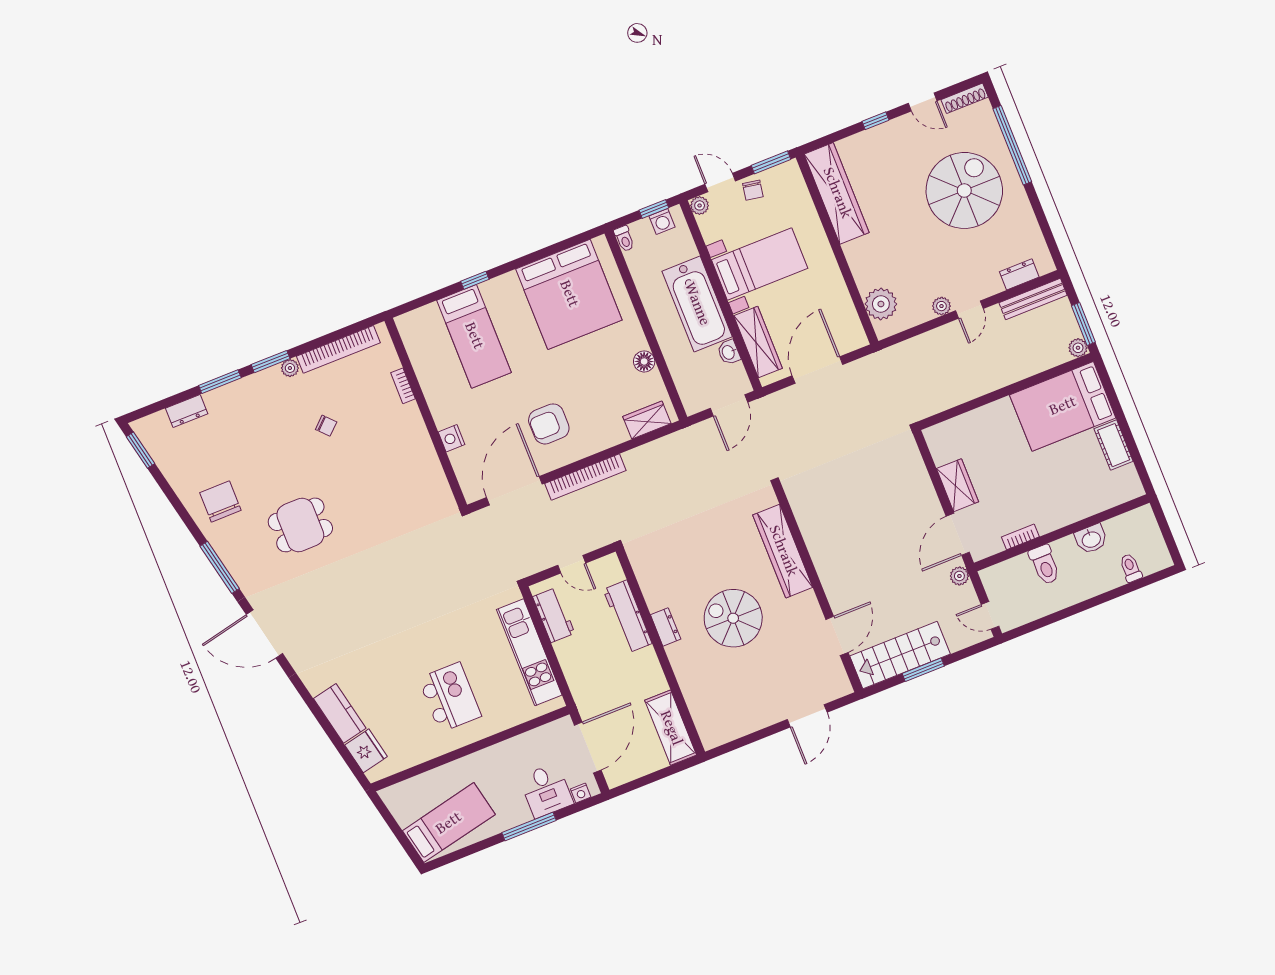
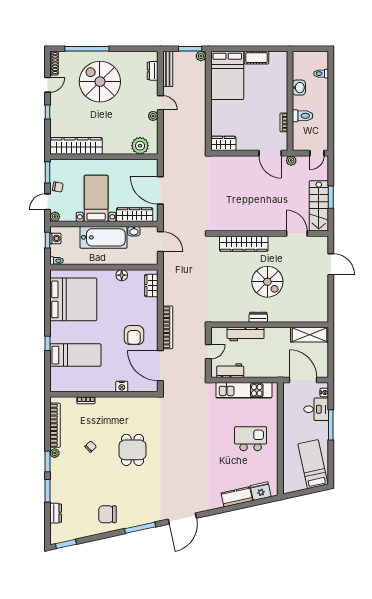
wardrobe: (957, 485) -> (223, 143), moved
dining table: (300, 525) -> (132, 450), moved
spiral stairs: (733, 618) -> (267, 282), turned -90

